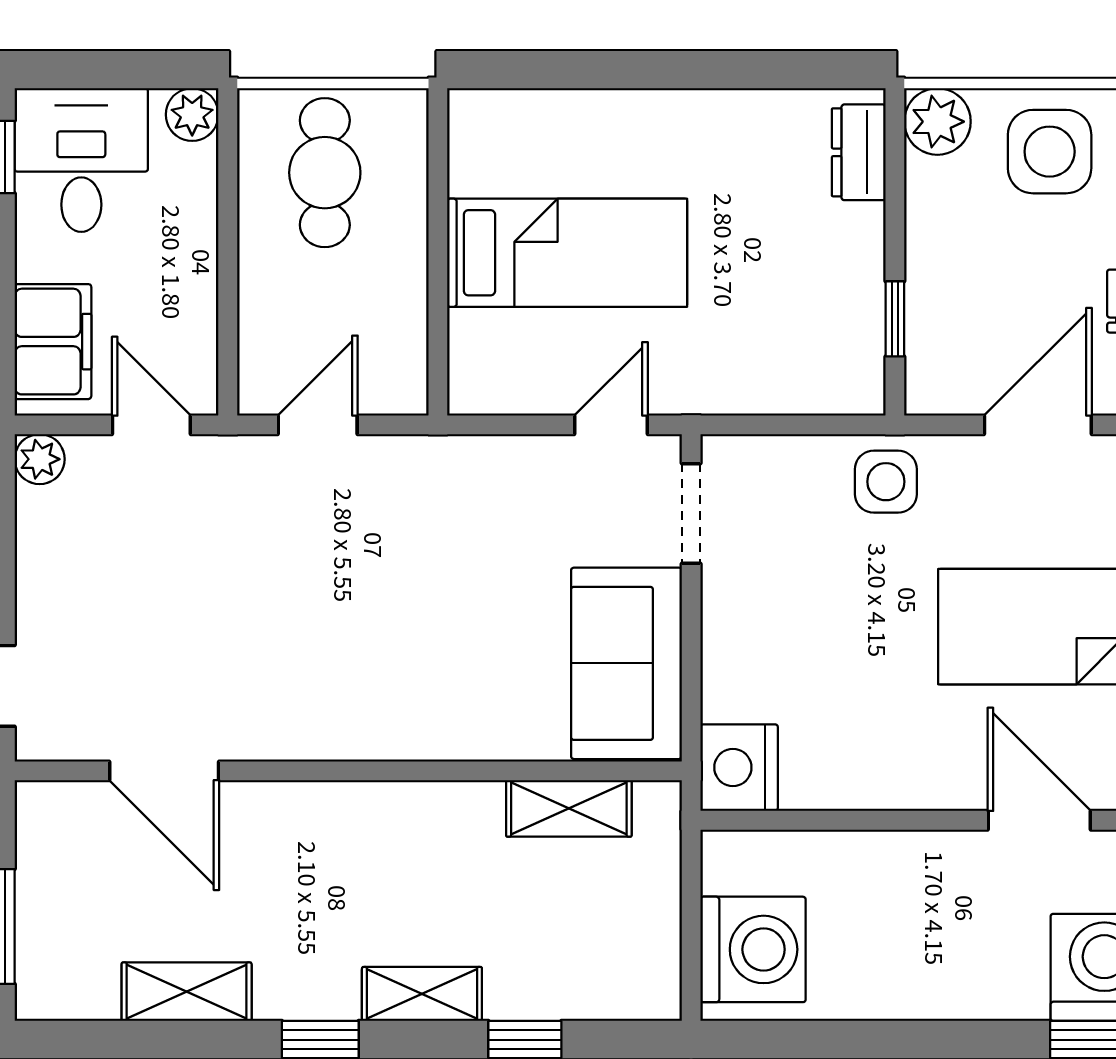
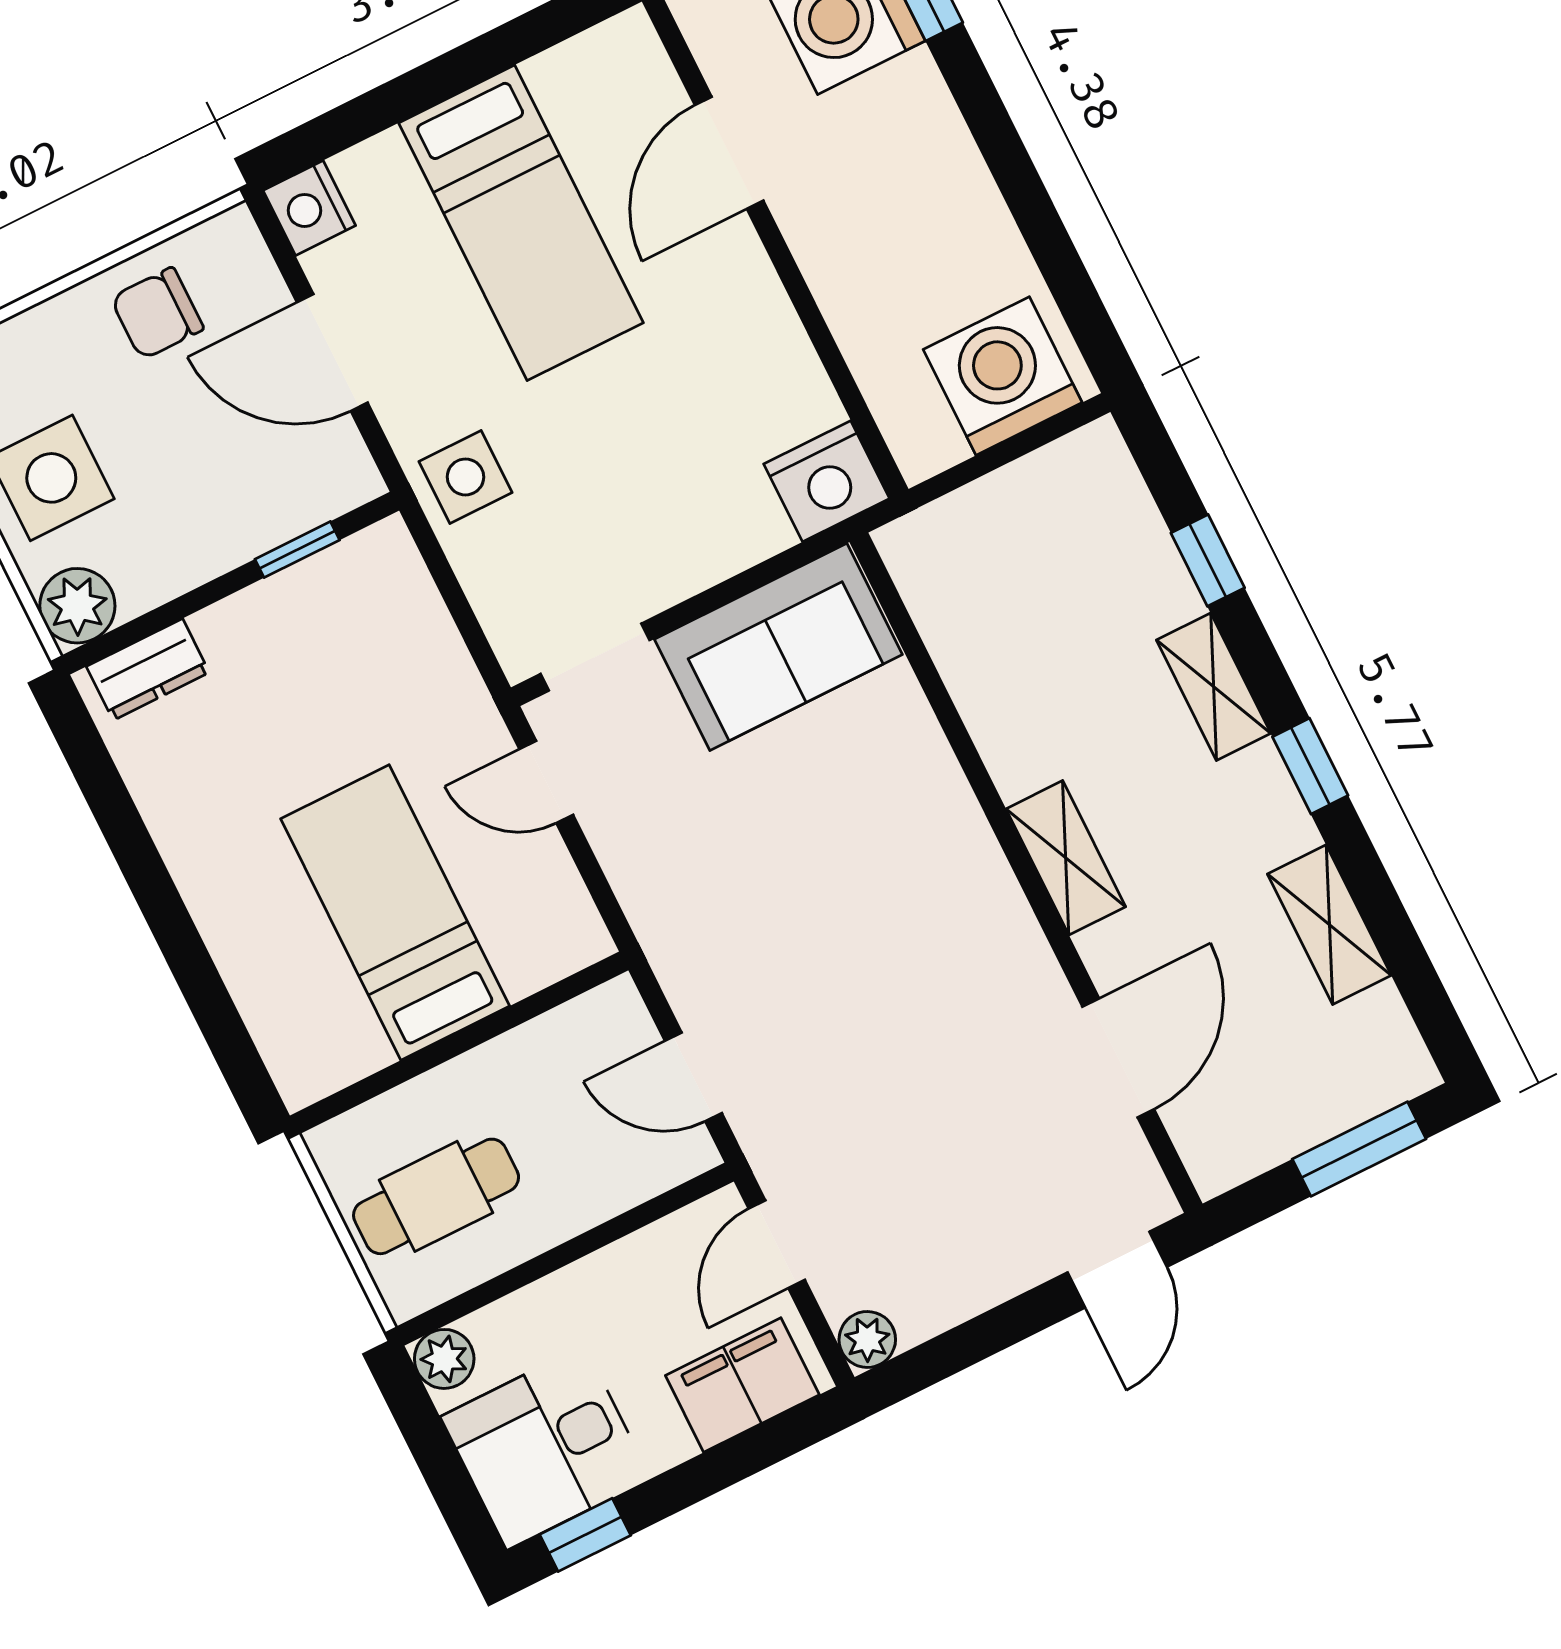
shelving: (569, 808) -> (1066, 858), moved

